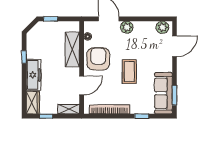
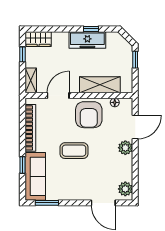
armchair: (98, 59) -> (89, 115), turned 90
freezer: (34, 75) -> (87, 40), moved
door: (82, 85) -> (58, 95), swing flipped
sofa: (163, 93) -> (35, 176), moved, turned 90

